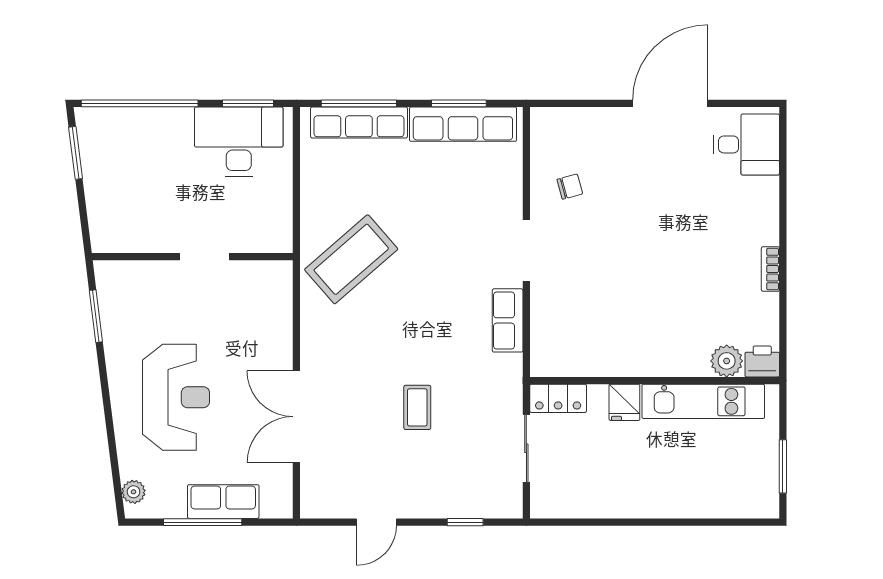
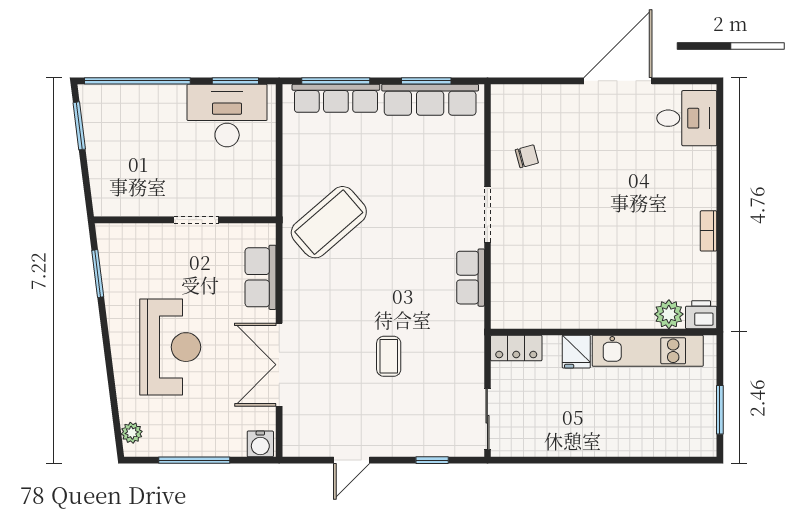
sliding door: (526, 448) -> (487, 419), moved
row of seats: (223, 502) -> (261, 277), moved, turned -90
water cooler: (276, 504) -> (260, 444), added

